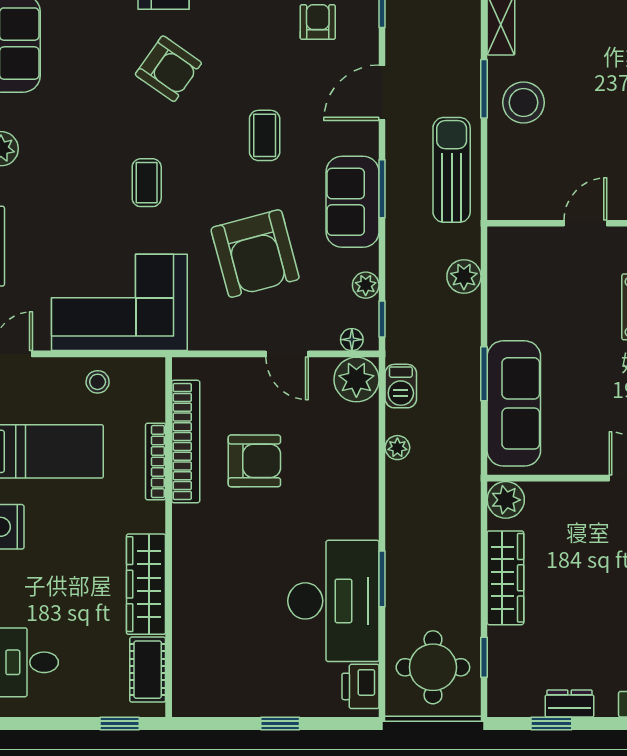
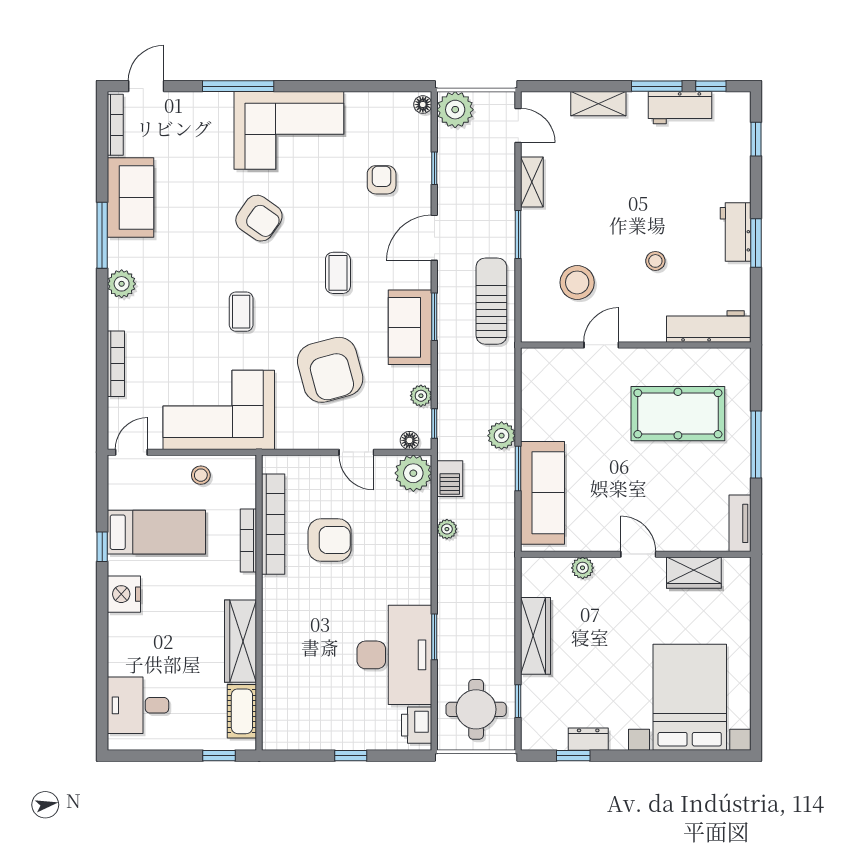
stool: (524, 103) -> (577, 282), moved
plant: (464, 276) -> (502, 436), moved
plant: (506, 500) -> (583, 568), moved, width x0.73, depth x0.73

